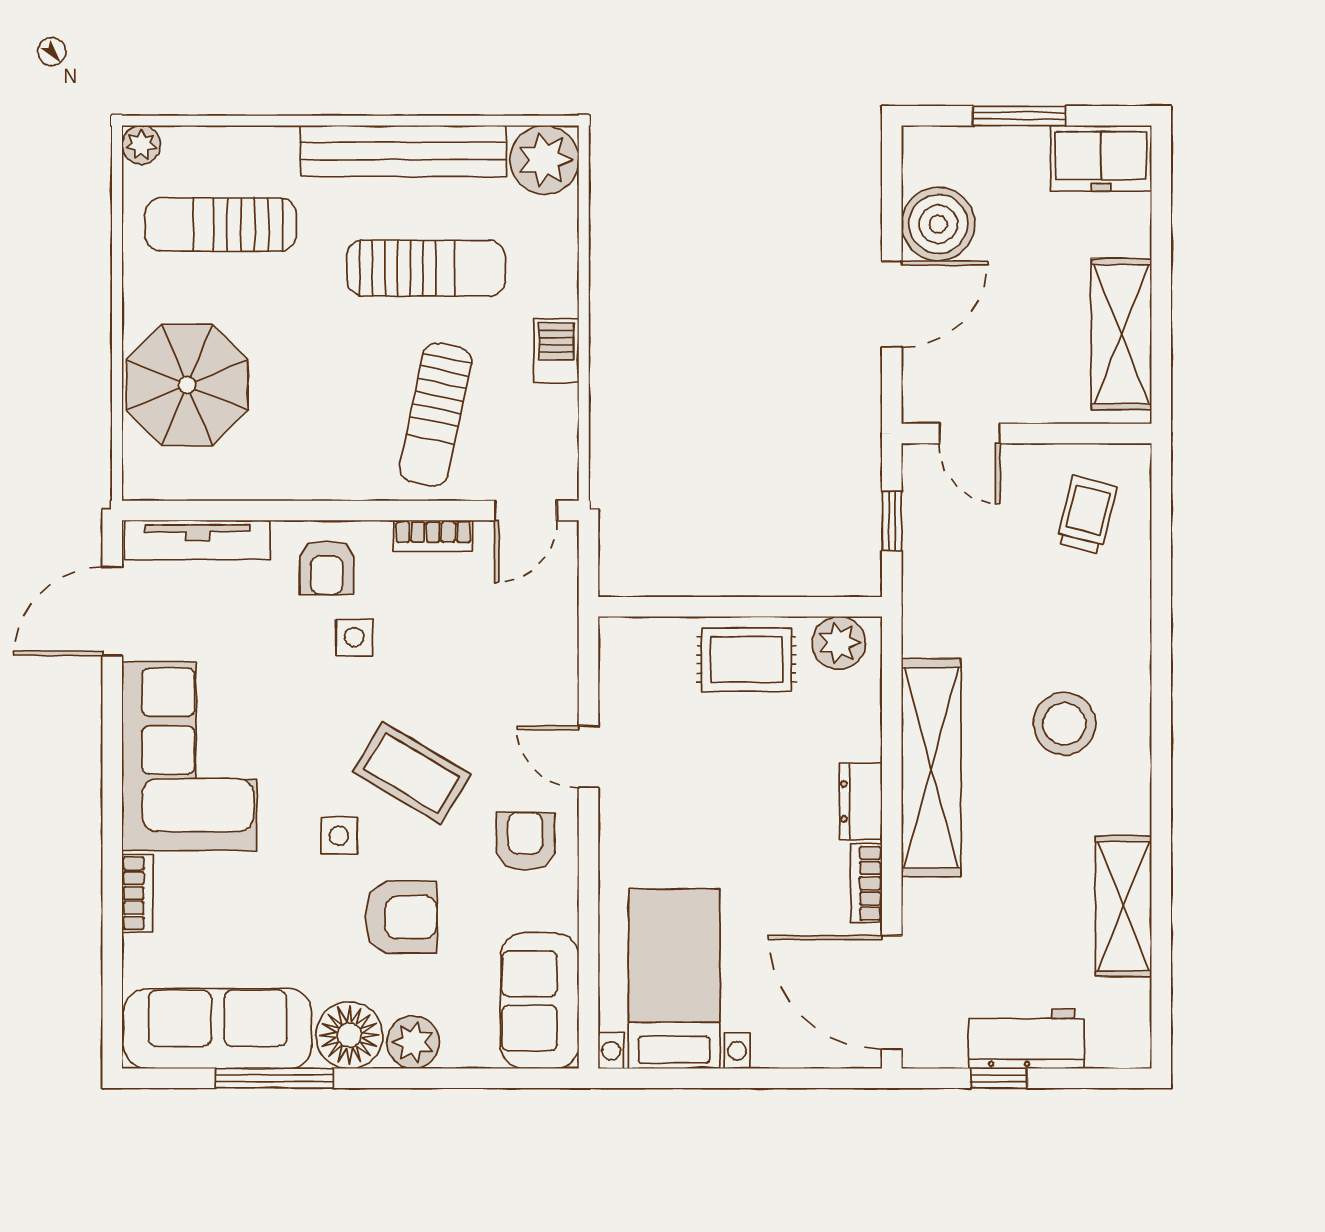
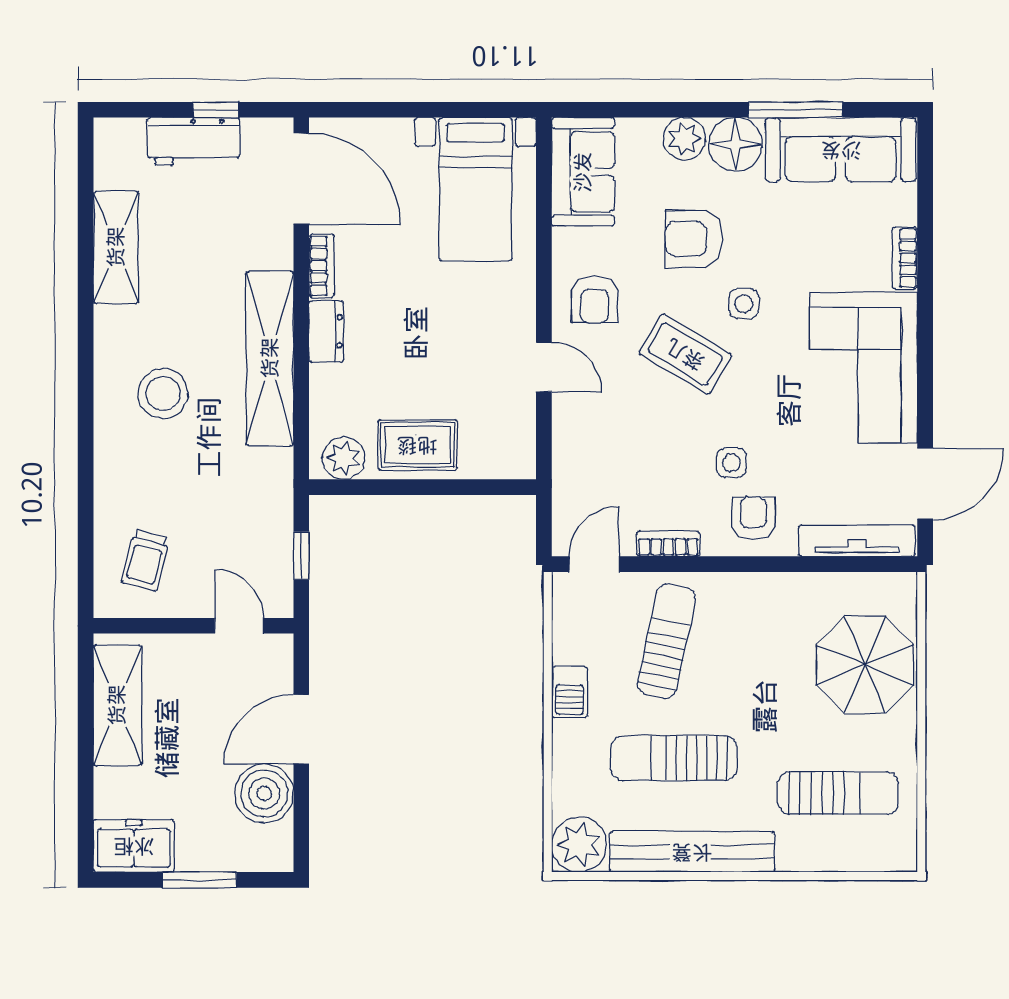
plant: (141, 145) -> (902, 857), removed

